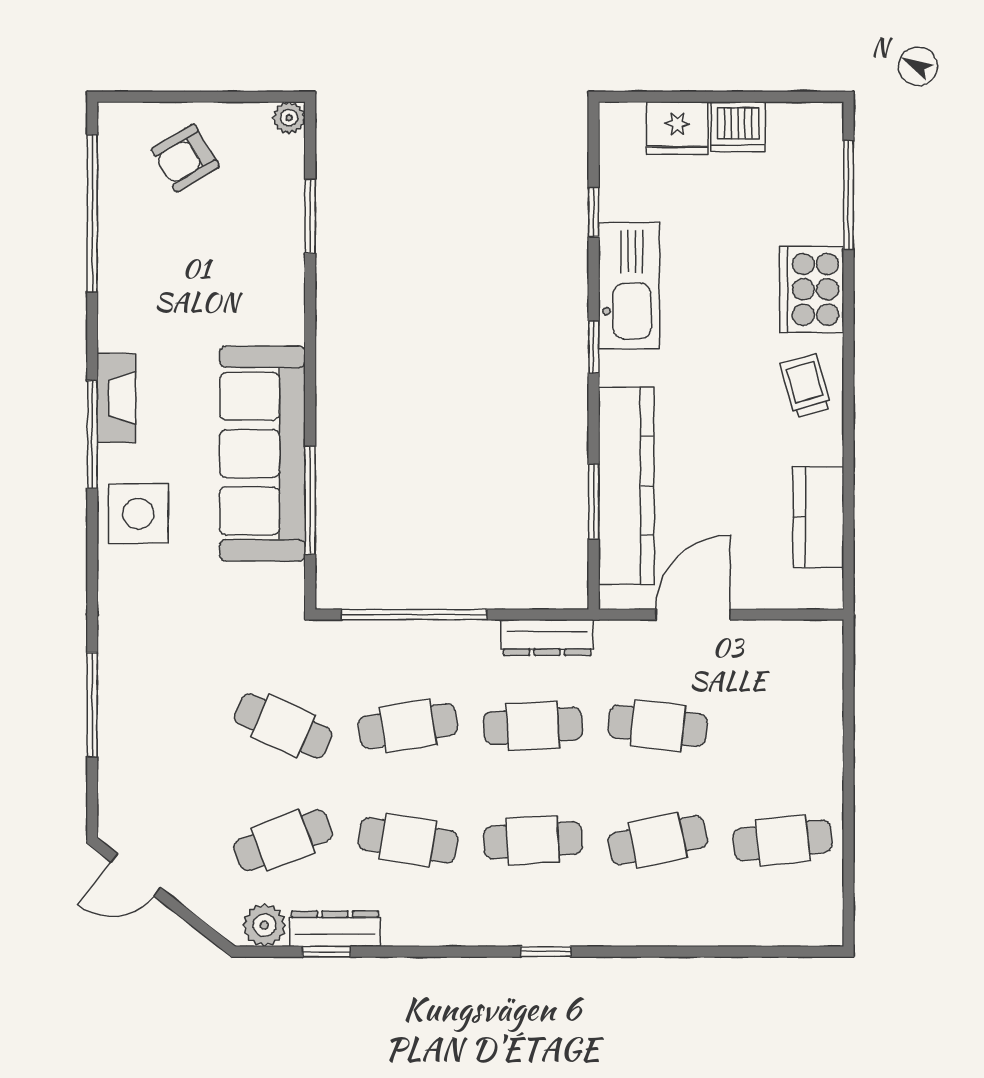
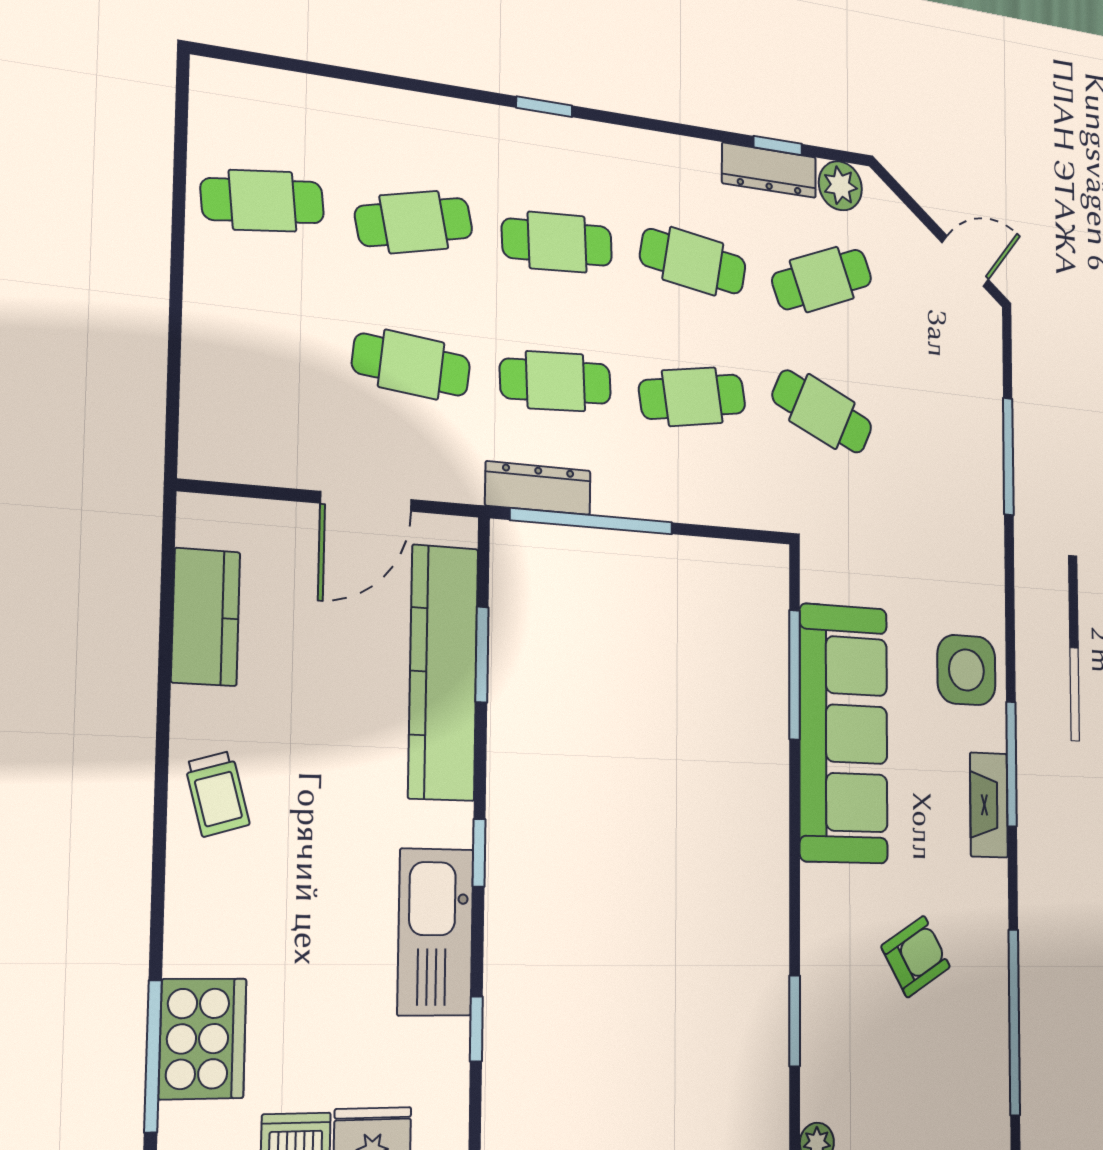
armchair: (185, 158) -> (916, 957), moved
cooker: (812, 289) -> (203, 1039), moved
window: (414, 615) -> (592, 521), moved

